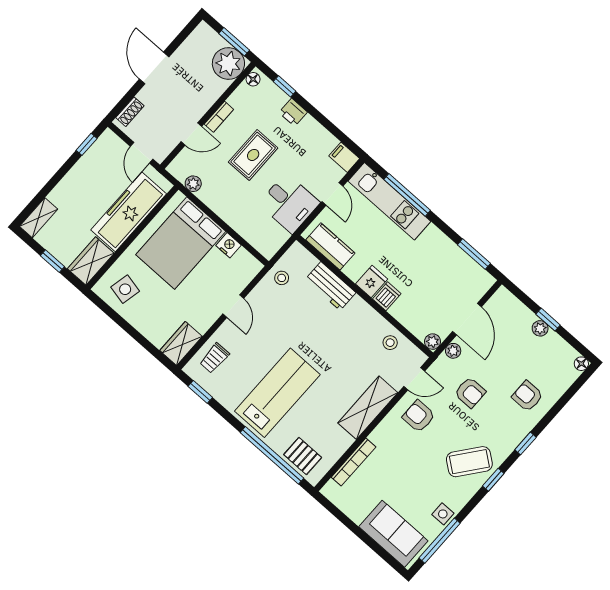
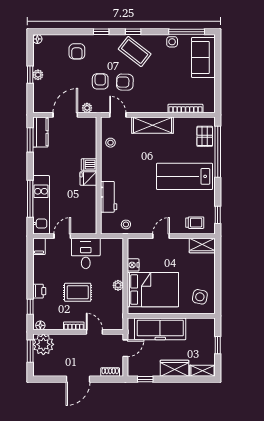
plant: (193, 184) -> (118, 285), moved
kitchen counter: (330, 246) -> (40, 132), moved, turned 180
wardrobe: (91, 261) -> (175, 368), moved, turned 180
plant: (433, 342) -> (91, 122), removed
armchair: (419, 416) -> (125, 82), moved, turned 91

